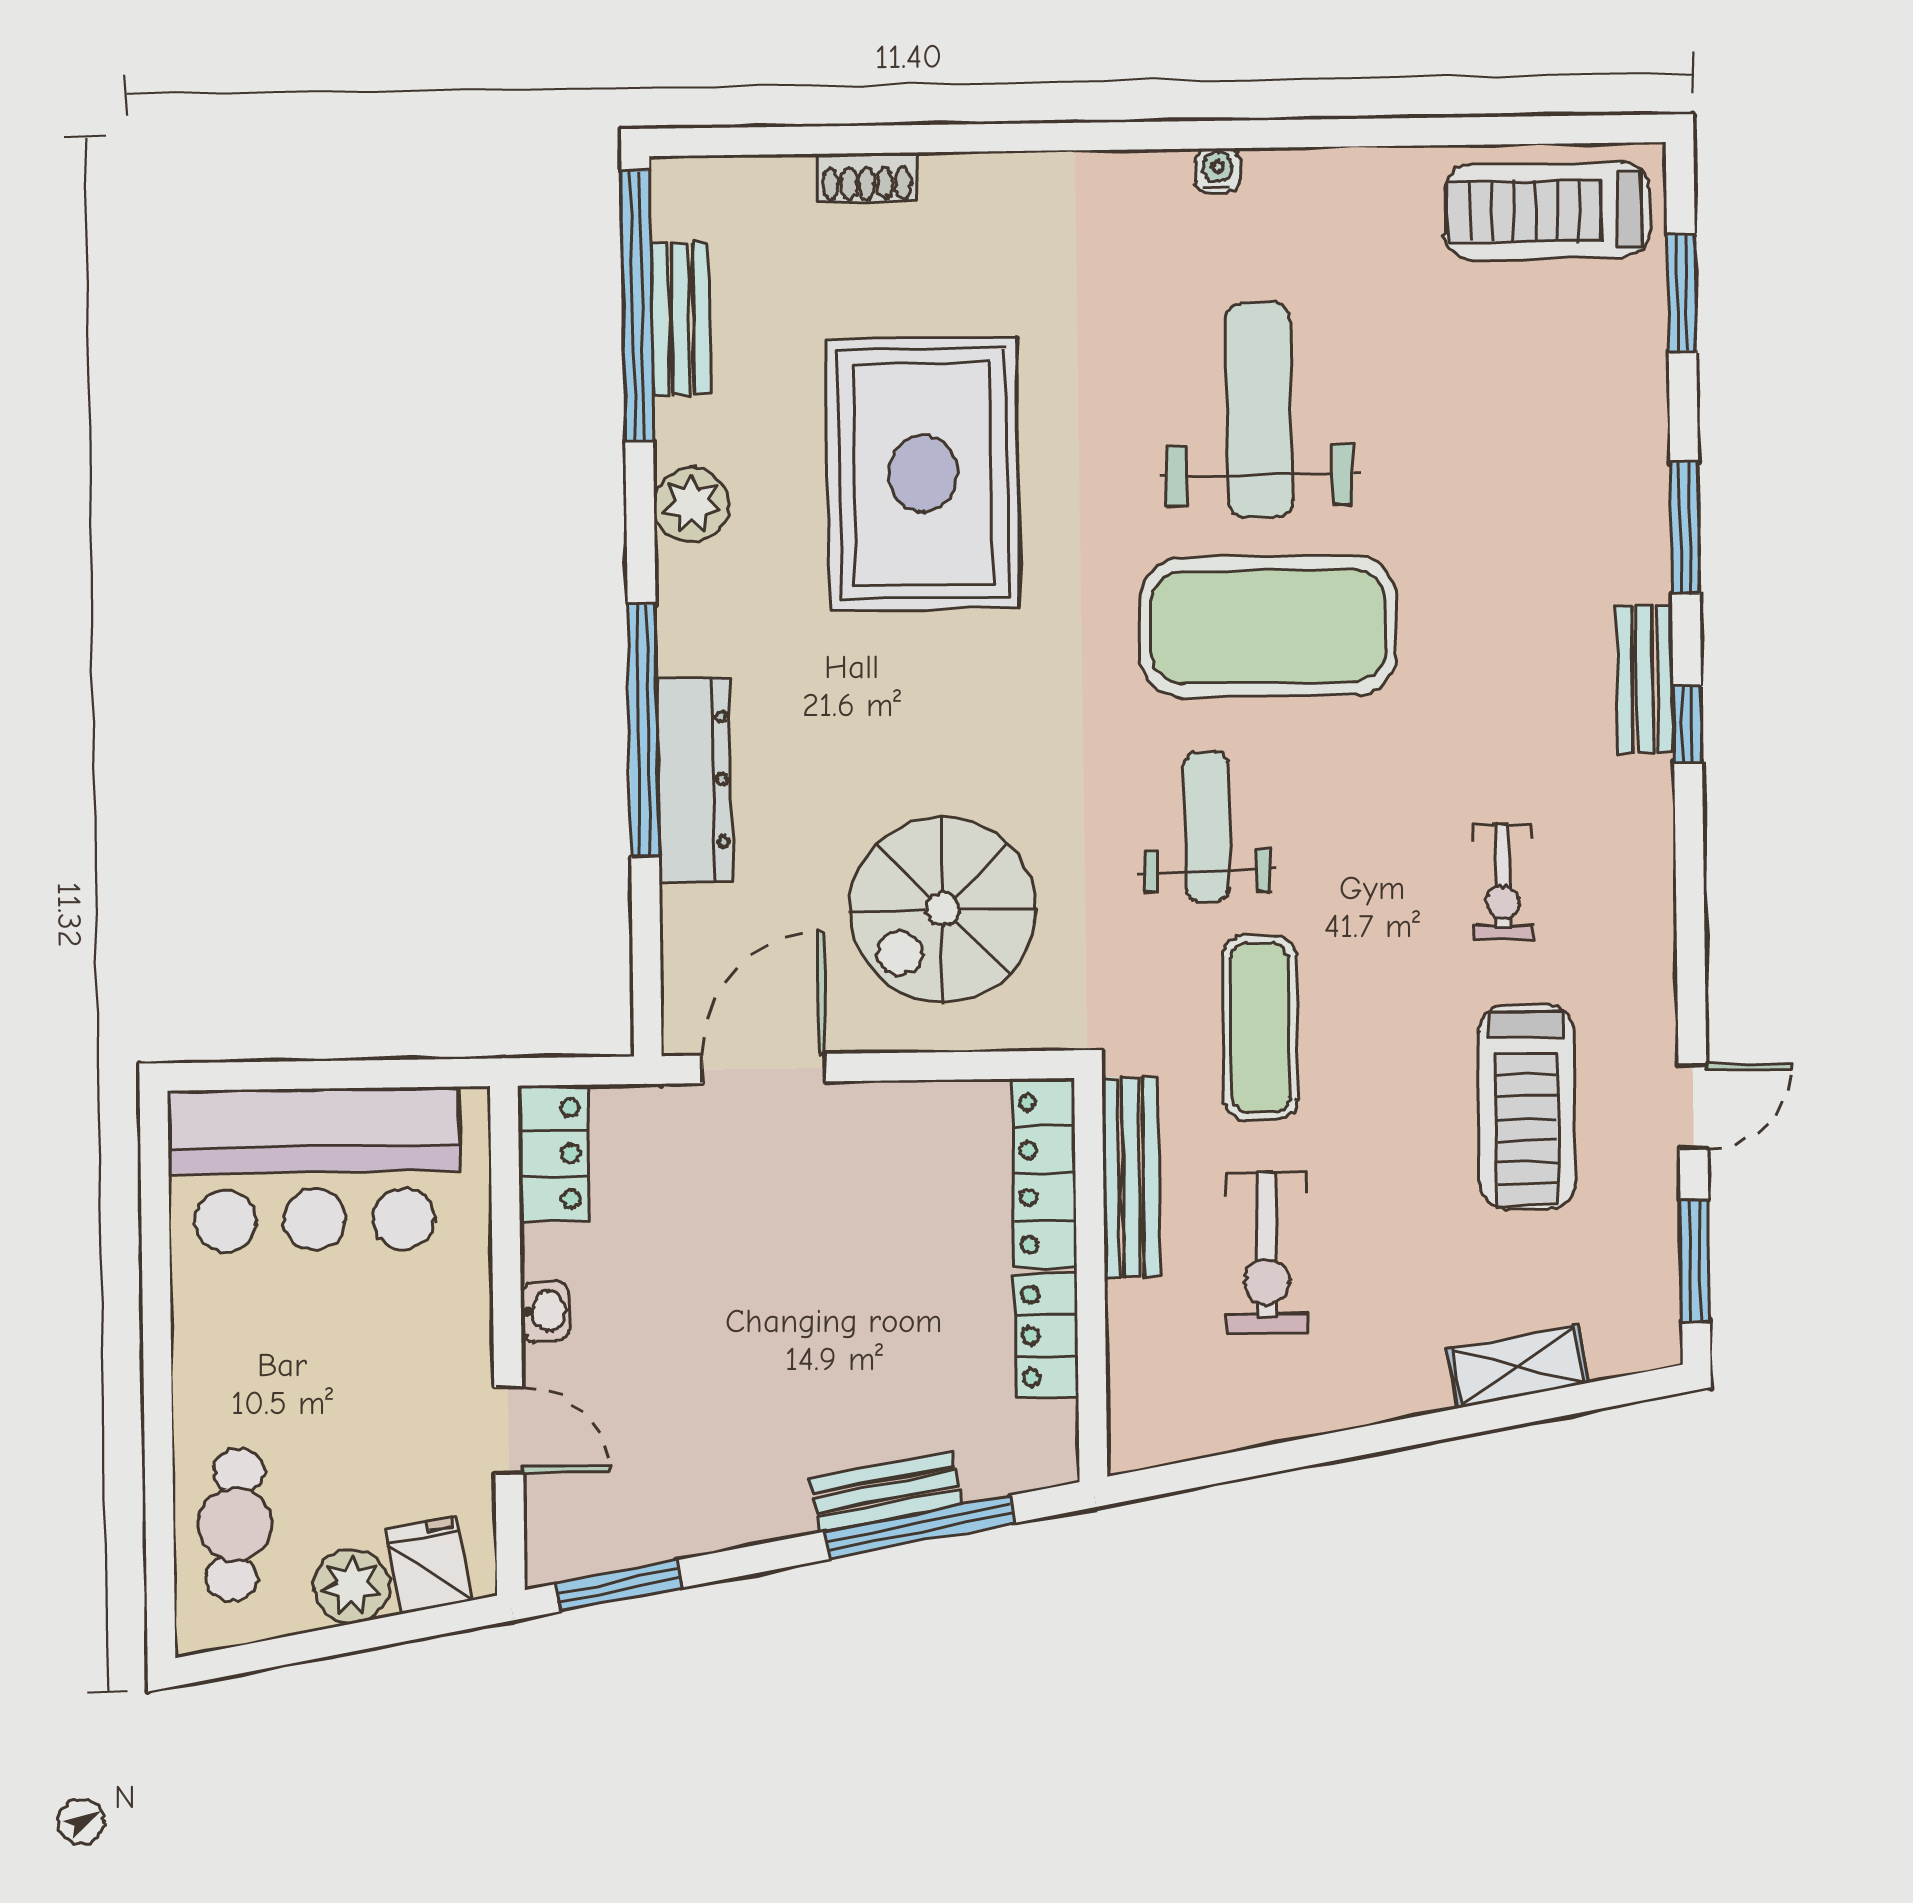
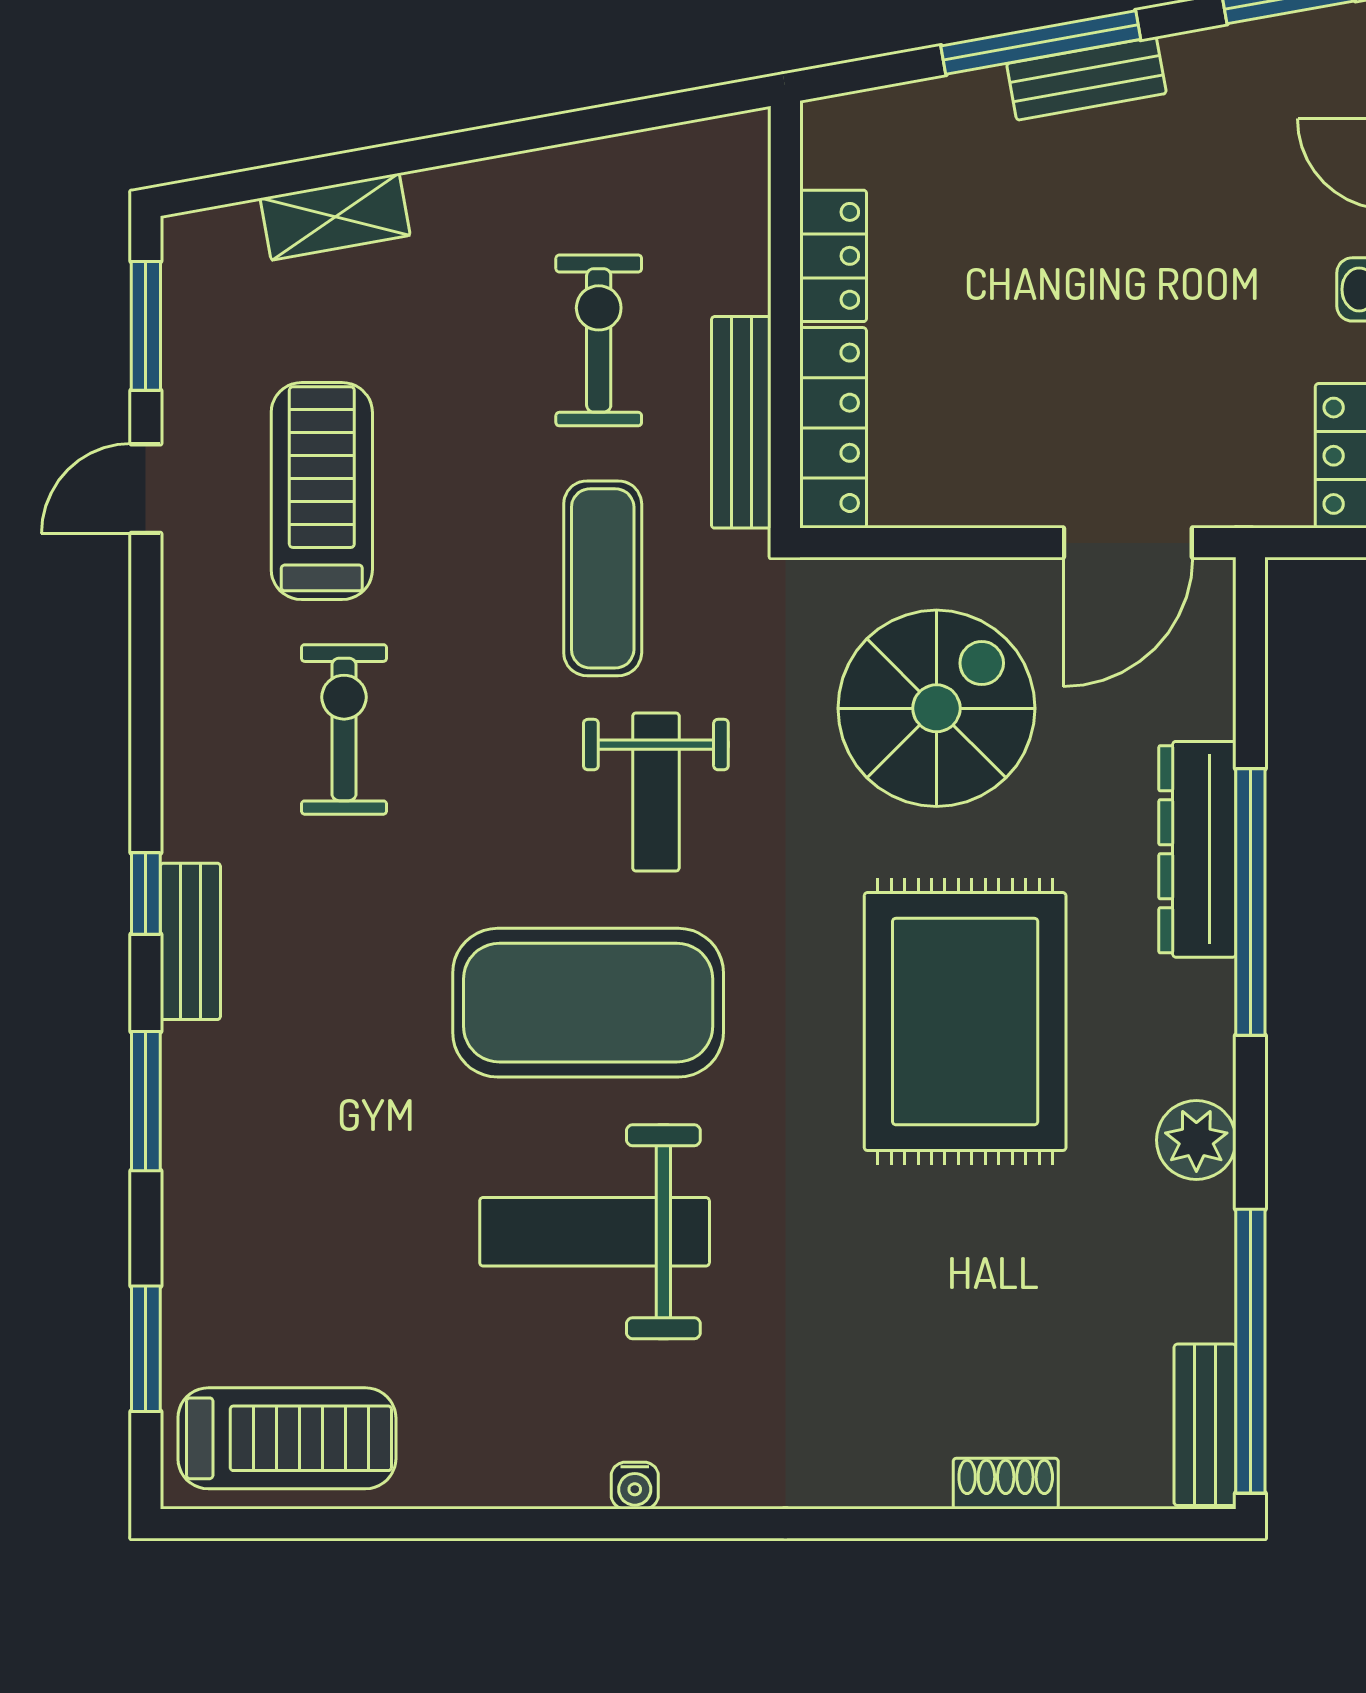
bench: (680, 319) -> (1205, 1425), moved
weight bench: (1259, 410) -> (595, 1232), turned 90
rug: (923, 474) -> (965, 1022), moved
exercise bike: (1503, 882) -> (344, 729), width x1.38, depth x1.39
bench: (886, 1492) -> (1086, 79), moved
window: (920, 1527) -> (1041, 43), moved

